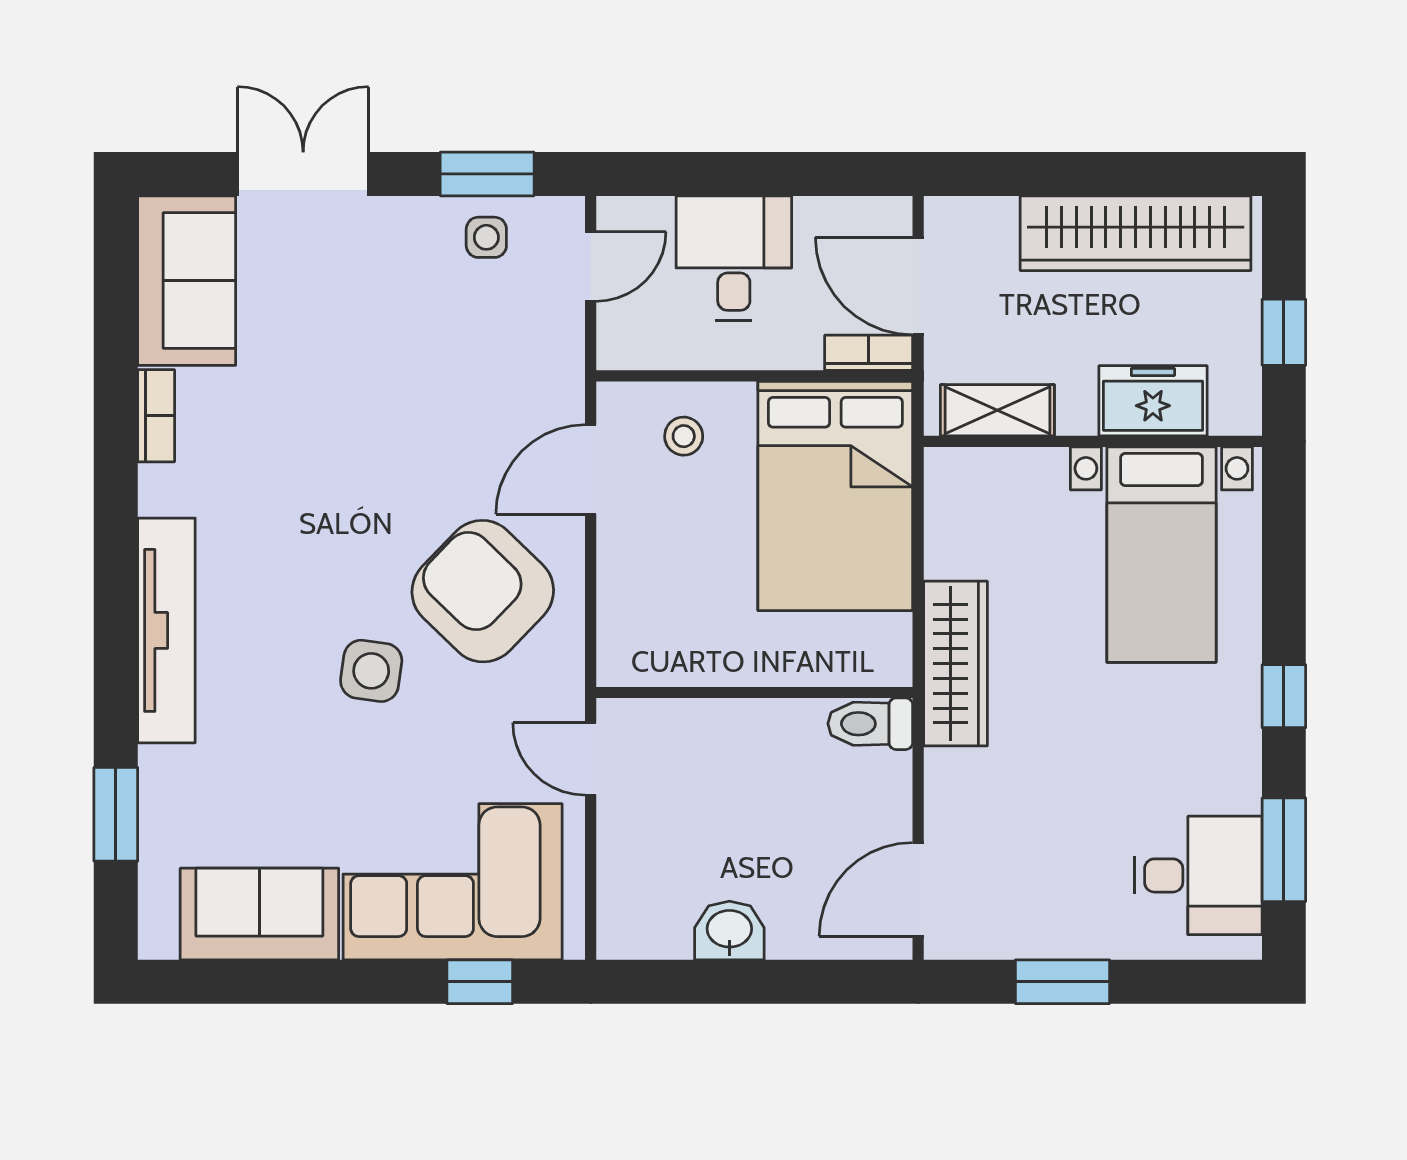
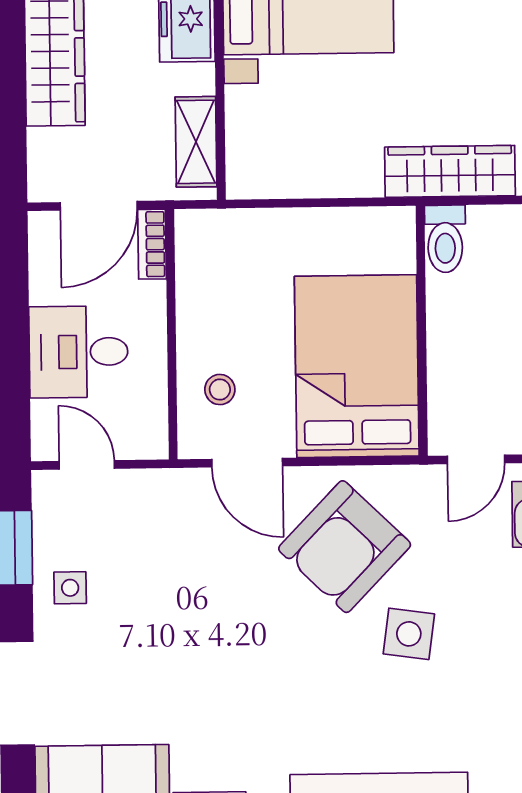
side table: (486, 237) -> (70, 588), moved
bed: (835, 496) -> (357, 366), moved, turned -90
wardrobe: (955, 664) -> (450, 171), moved

